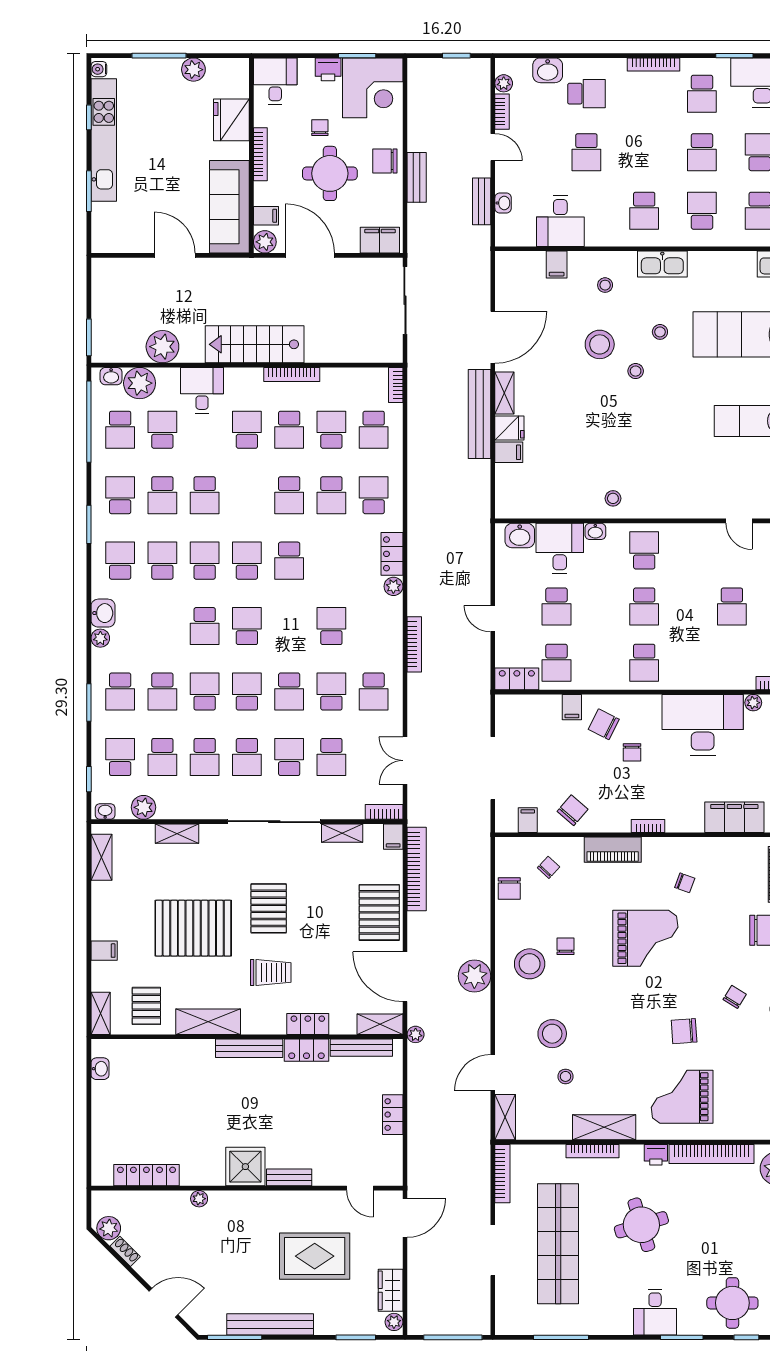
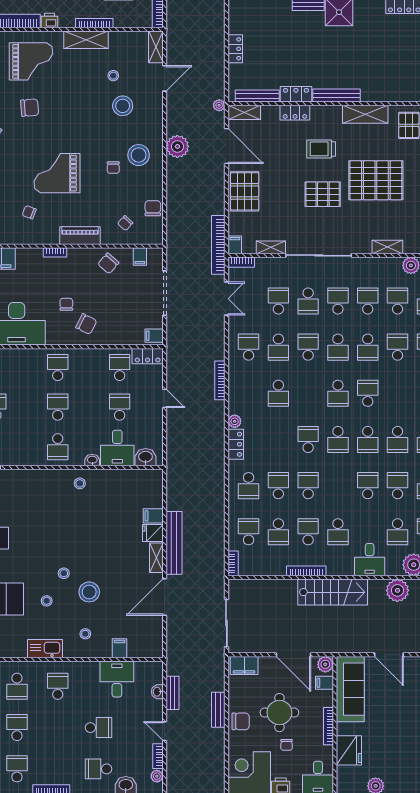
school desk: (586, 152) -> (98, 728), turned 90
filing cabinet: (572, 707) -> (154, 336), moved, turned -90
bookcase: (417, 869) -> (218, 245), moved
pallet: (269, 908) -> (323, 194), turned 90

